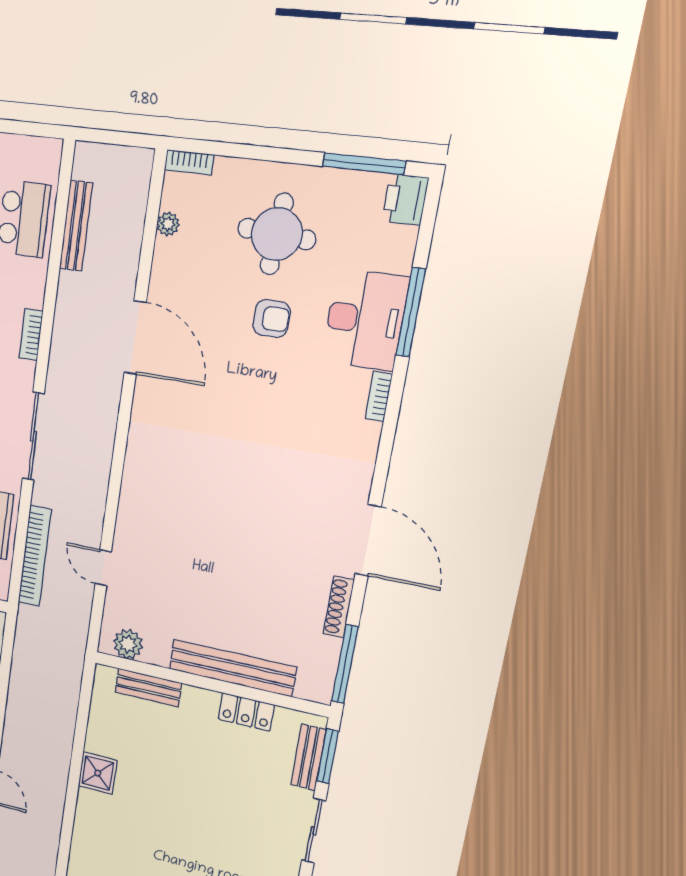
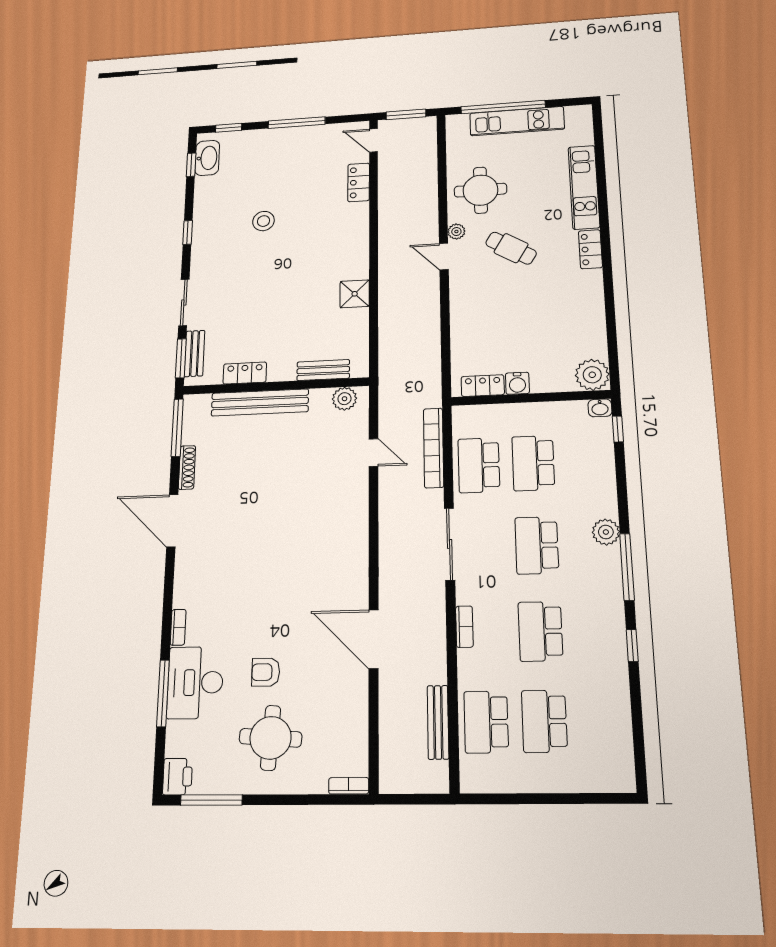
plant: (168, 224) -> (359, 734), removed

